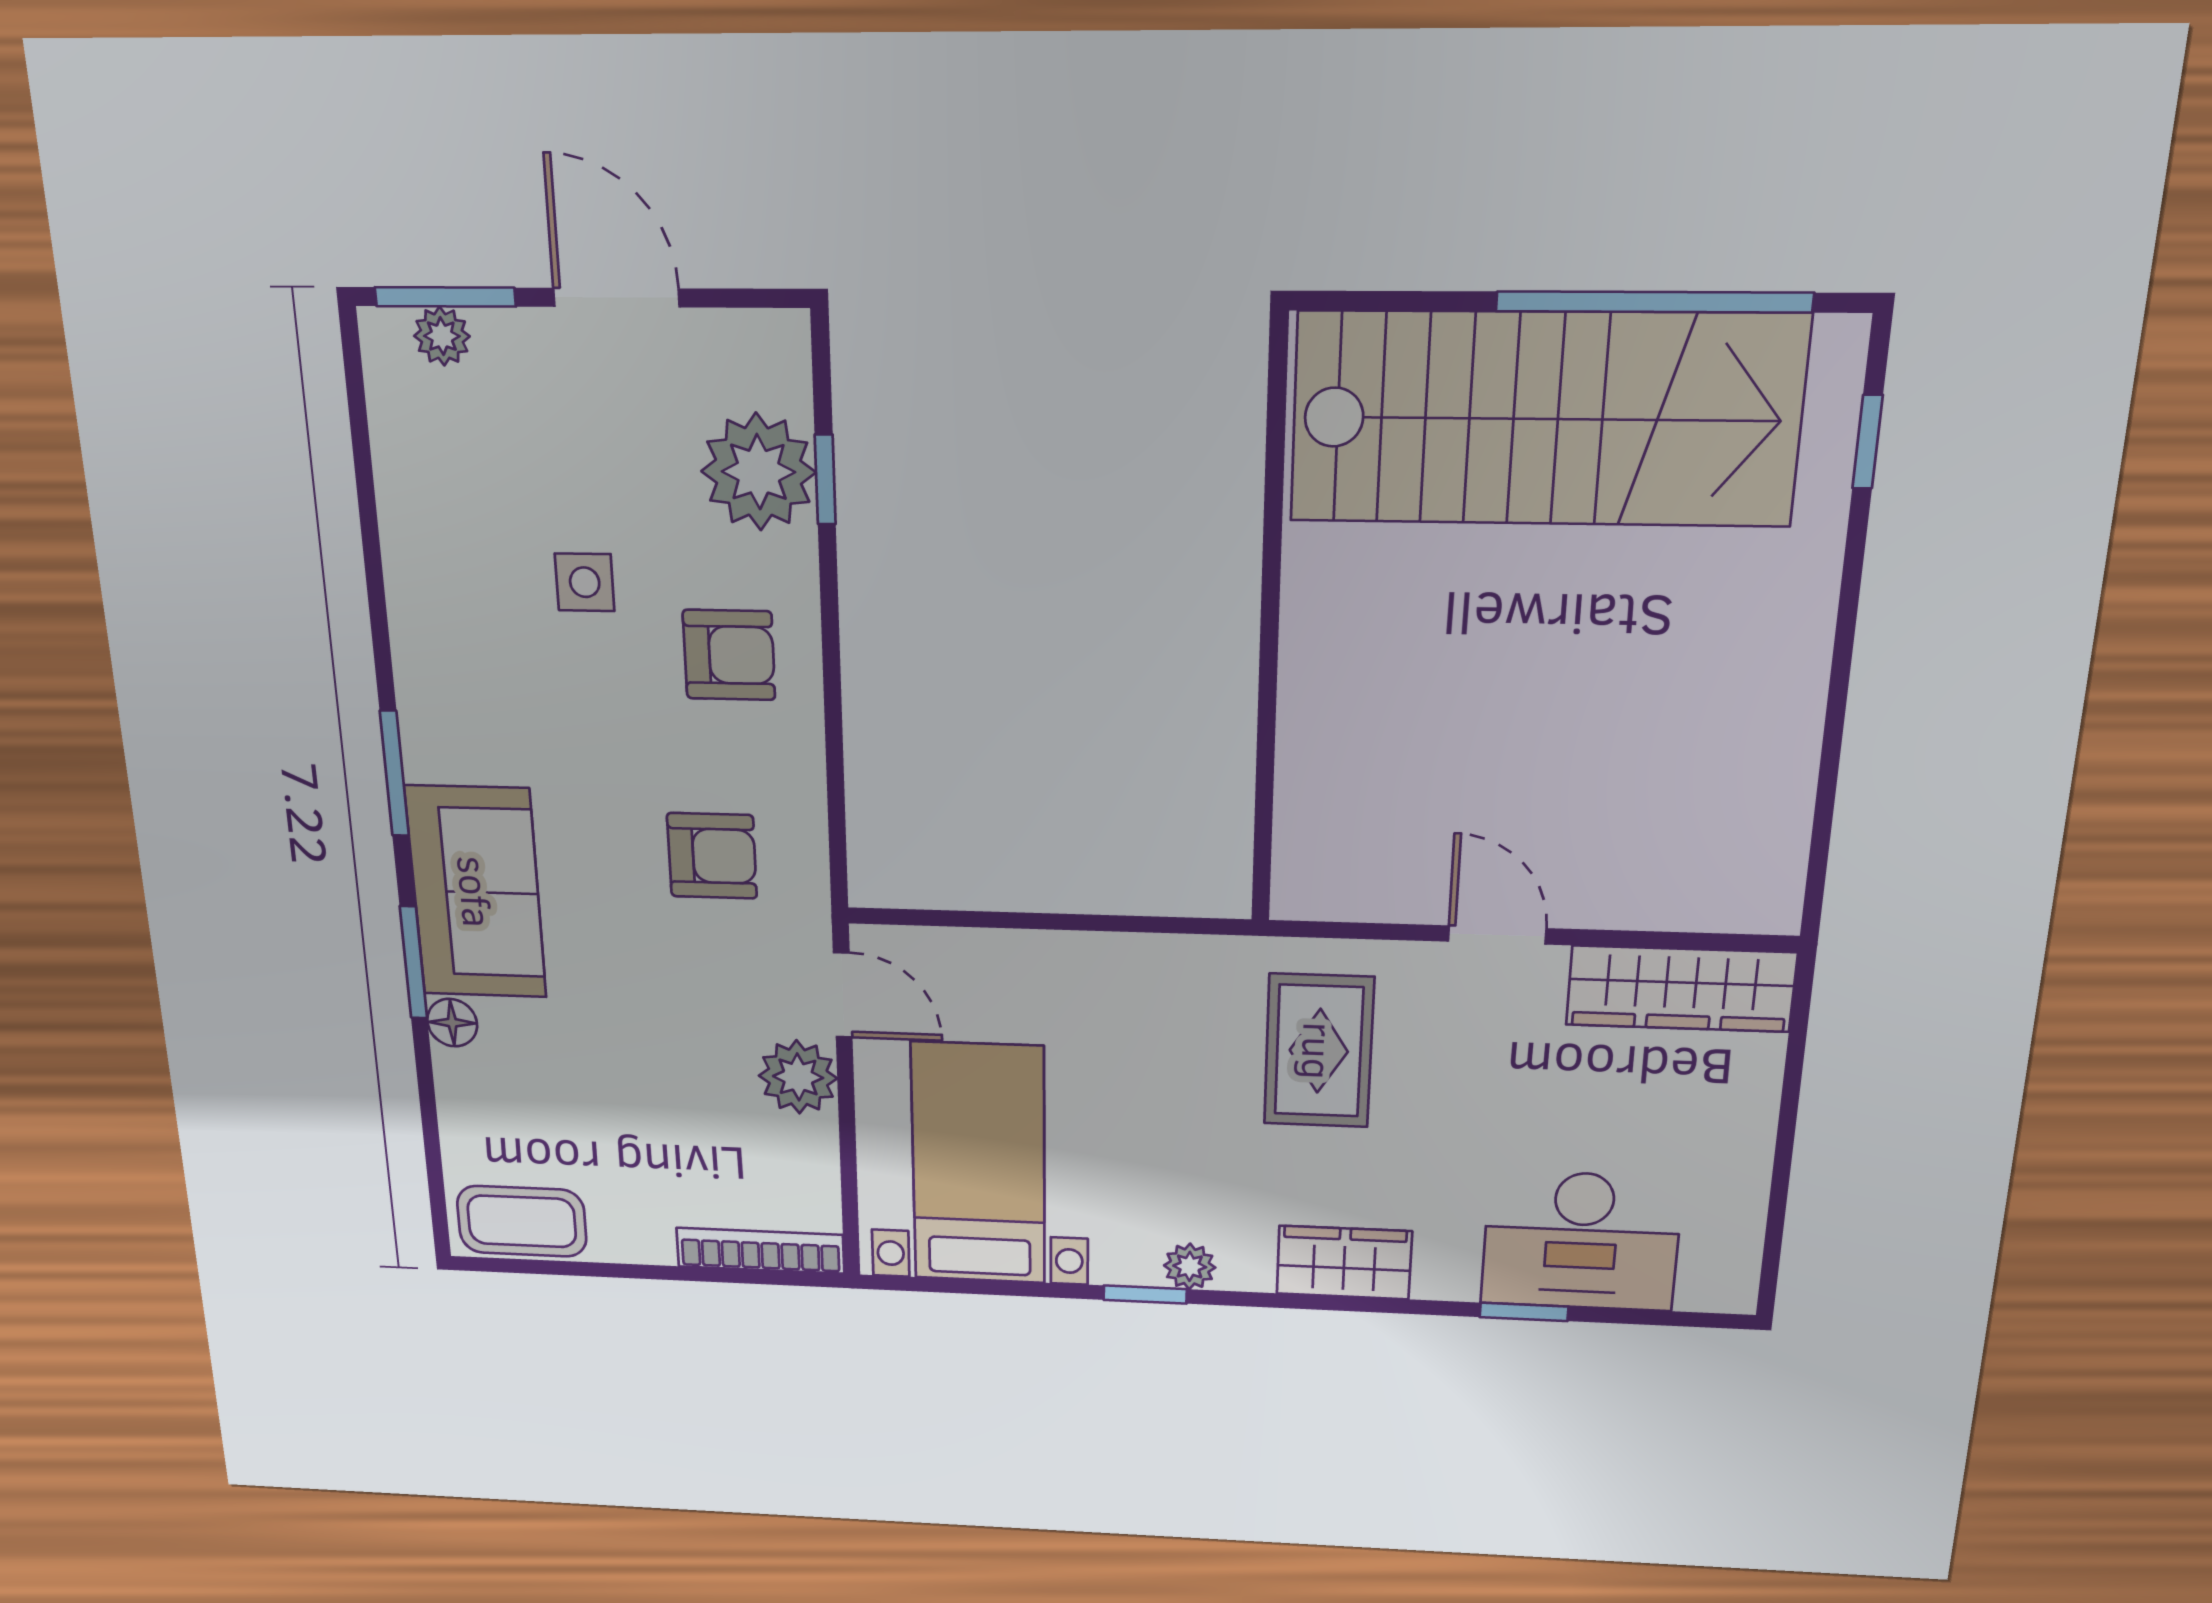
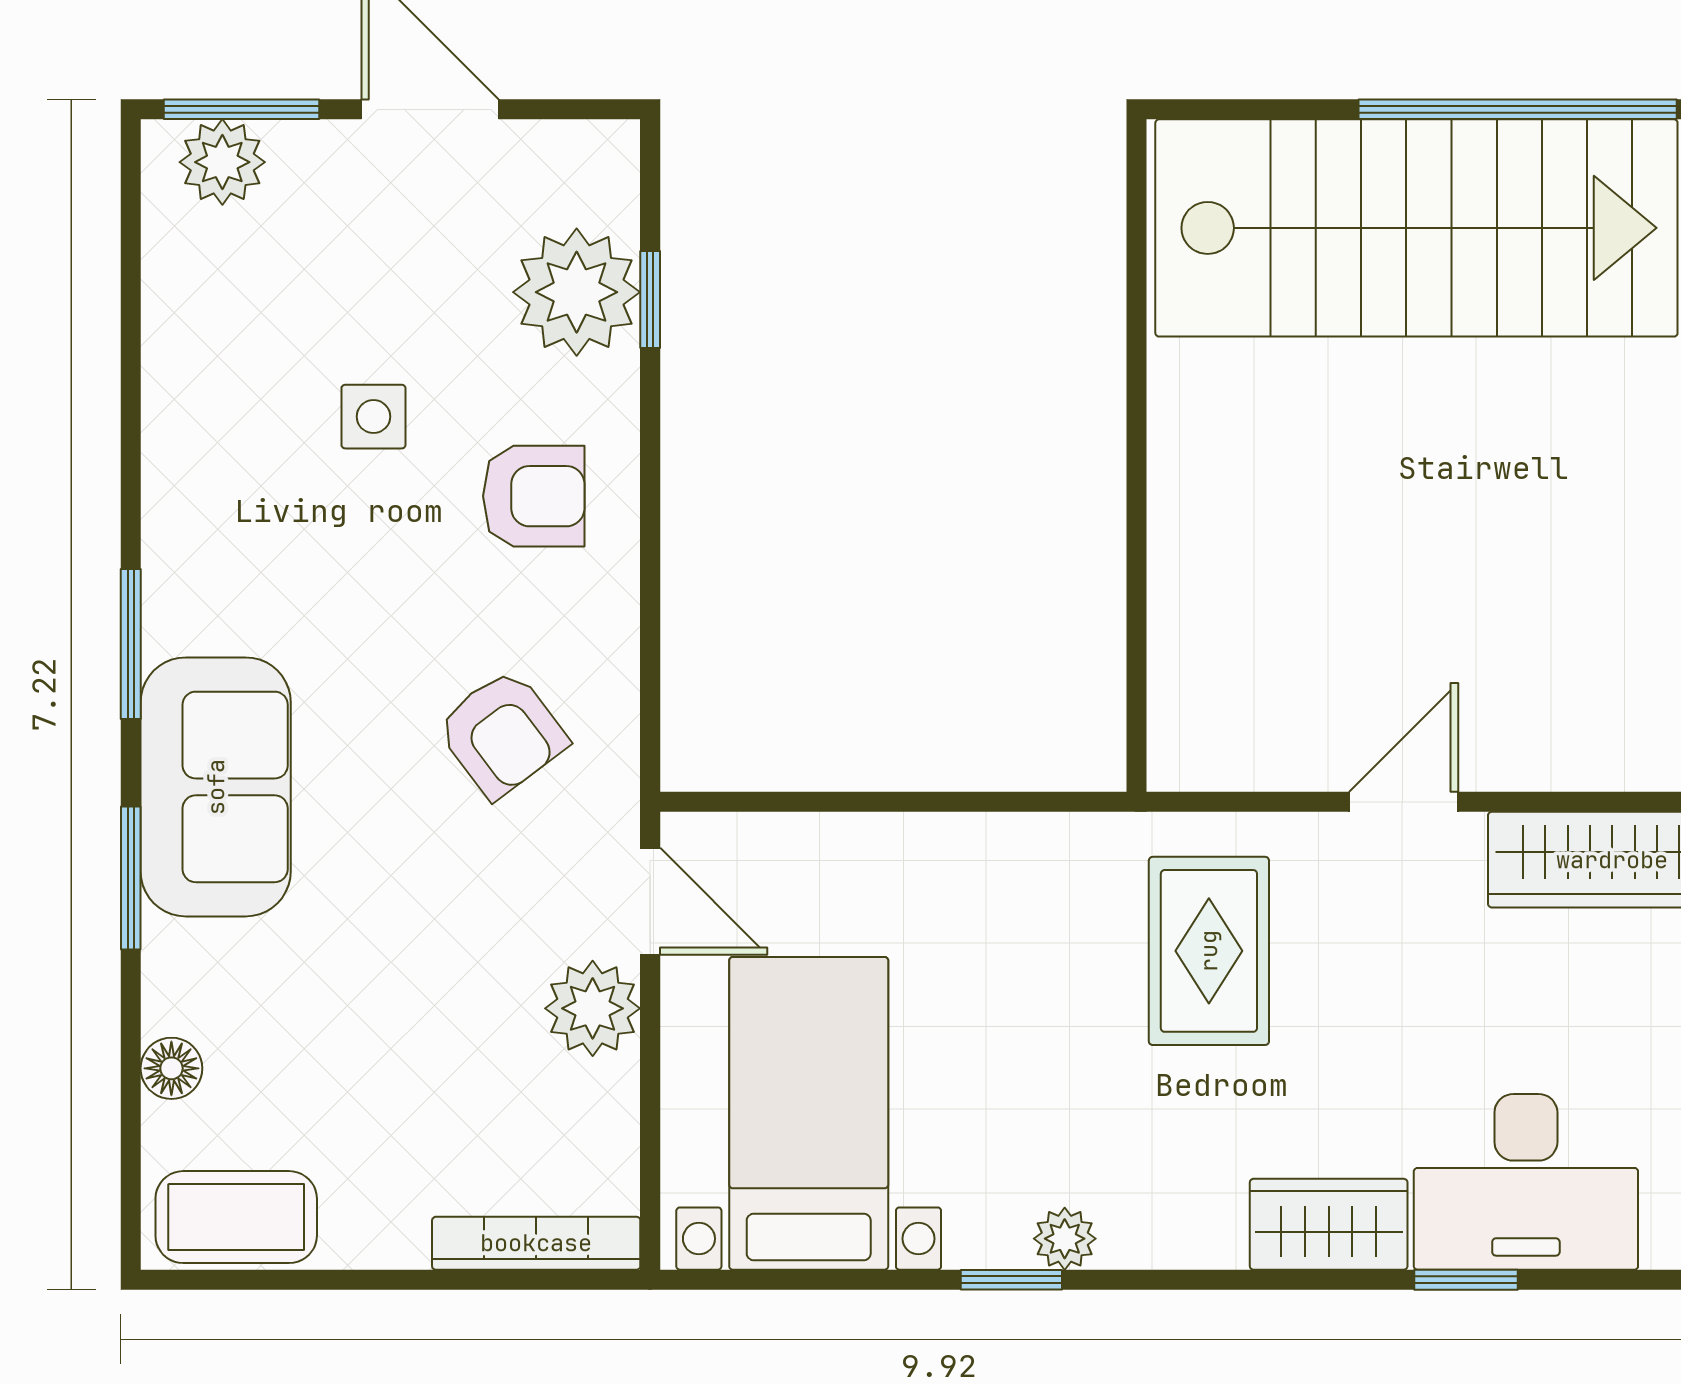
plant: (442, 336) -> (222, 162), width x1.38, depth x1.38
armchair: (712, 856) -> (502, 734), turned 53
door: (1497, 935) -> (1404, 802), hinge flipped
floor lamp: (452, 1023) -> (171, 1068), moved
wardrobe: (1344, 1263) -> (1329, 1224), moved

